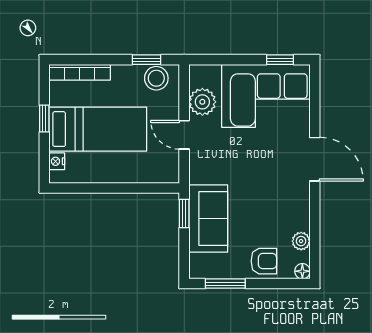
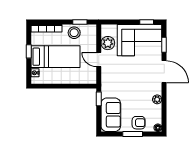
stool: (156, 78) -> (74, 33), moved
window: (315, 105) -> (164, 45), added
sofa: (208, 219) -> (111, 115), moved
plant: (301, 241) -> (157, 99), moved
window: (225, 284) -> (133, 134), moved

